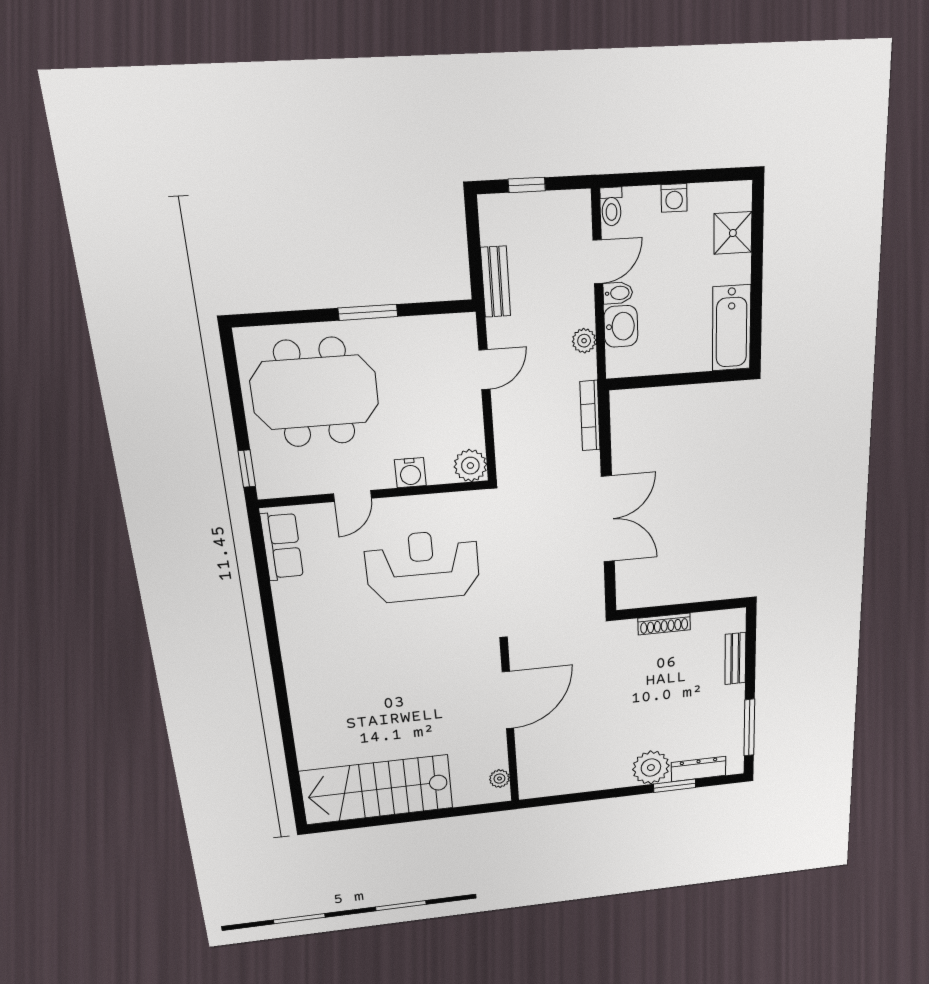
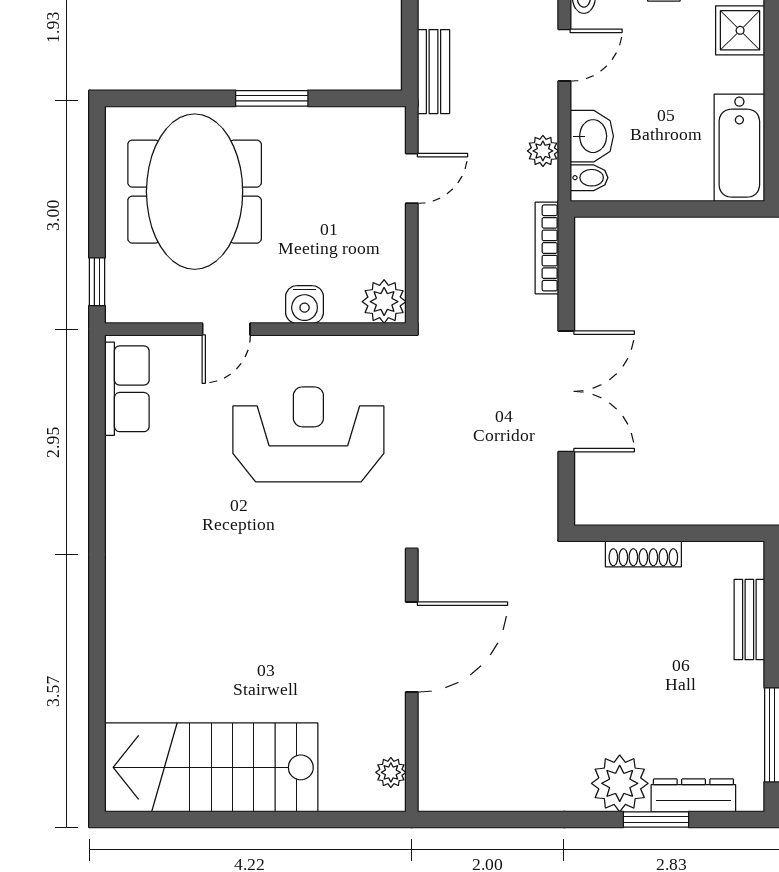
bidet: (618, 293) -> (589, 178), moved
meeting table: (315, 392) -> (195, 192), turned 90

